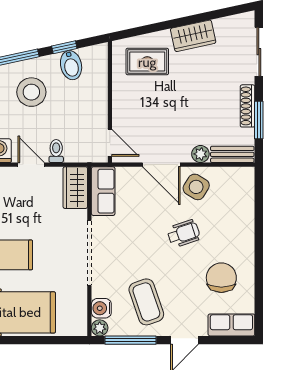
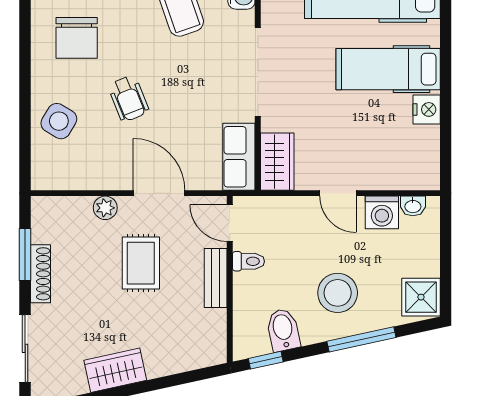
window: (64, 47) -> (266, 360), moved
rug: (147, 62) -> (141, 263), moved, turned 90
toilet: (56, 151) -> (248, 261), moved, turned -90
bench: (232, 154) -> (216, 278), moved, turned 90
side table: (196, 187) -> (59, 121), moved
wheelchair: (184, 233) -> (128, 99), turned -94

